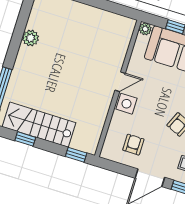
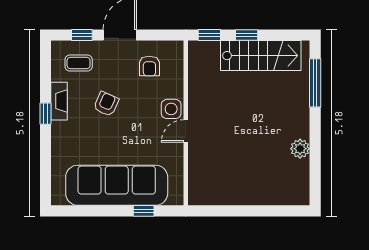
plant: (145, 29) -> (176, 198), removed
window: (25, 139) -> (247, 35), moved

